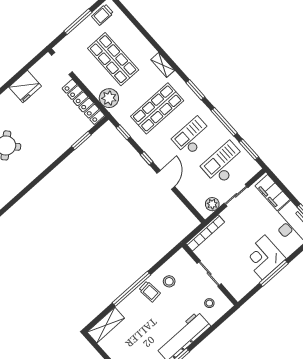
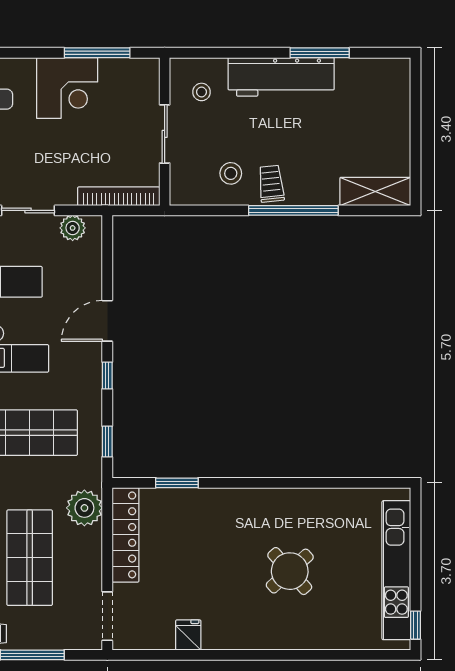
fridge: (25, 87) -> (188, 635), width x0.53, depth x0.75
window: (274, 273) -> (97, 53), moved

